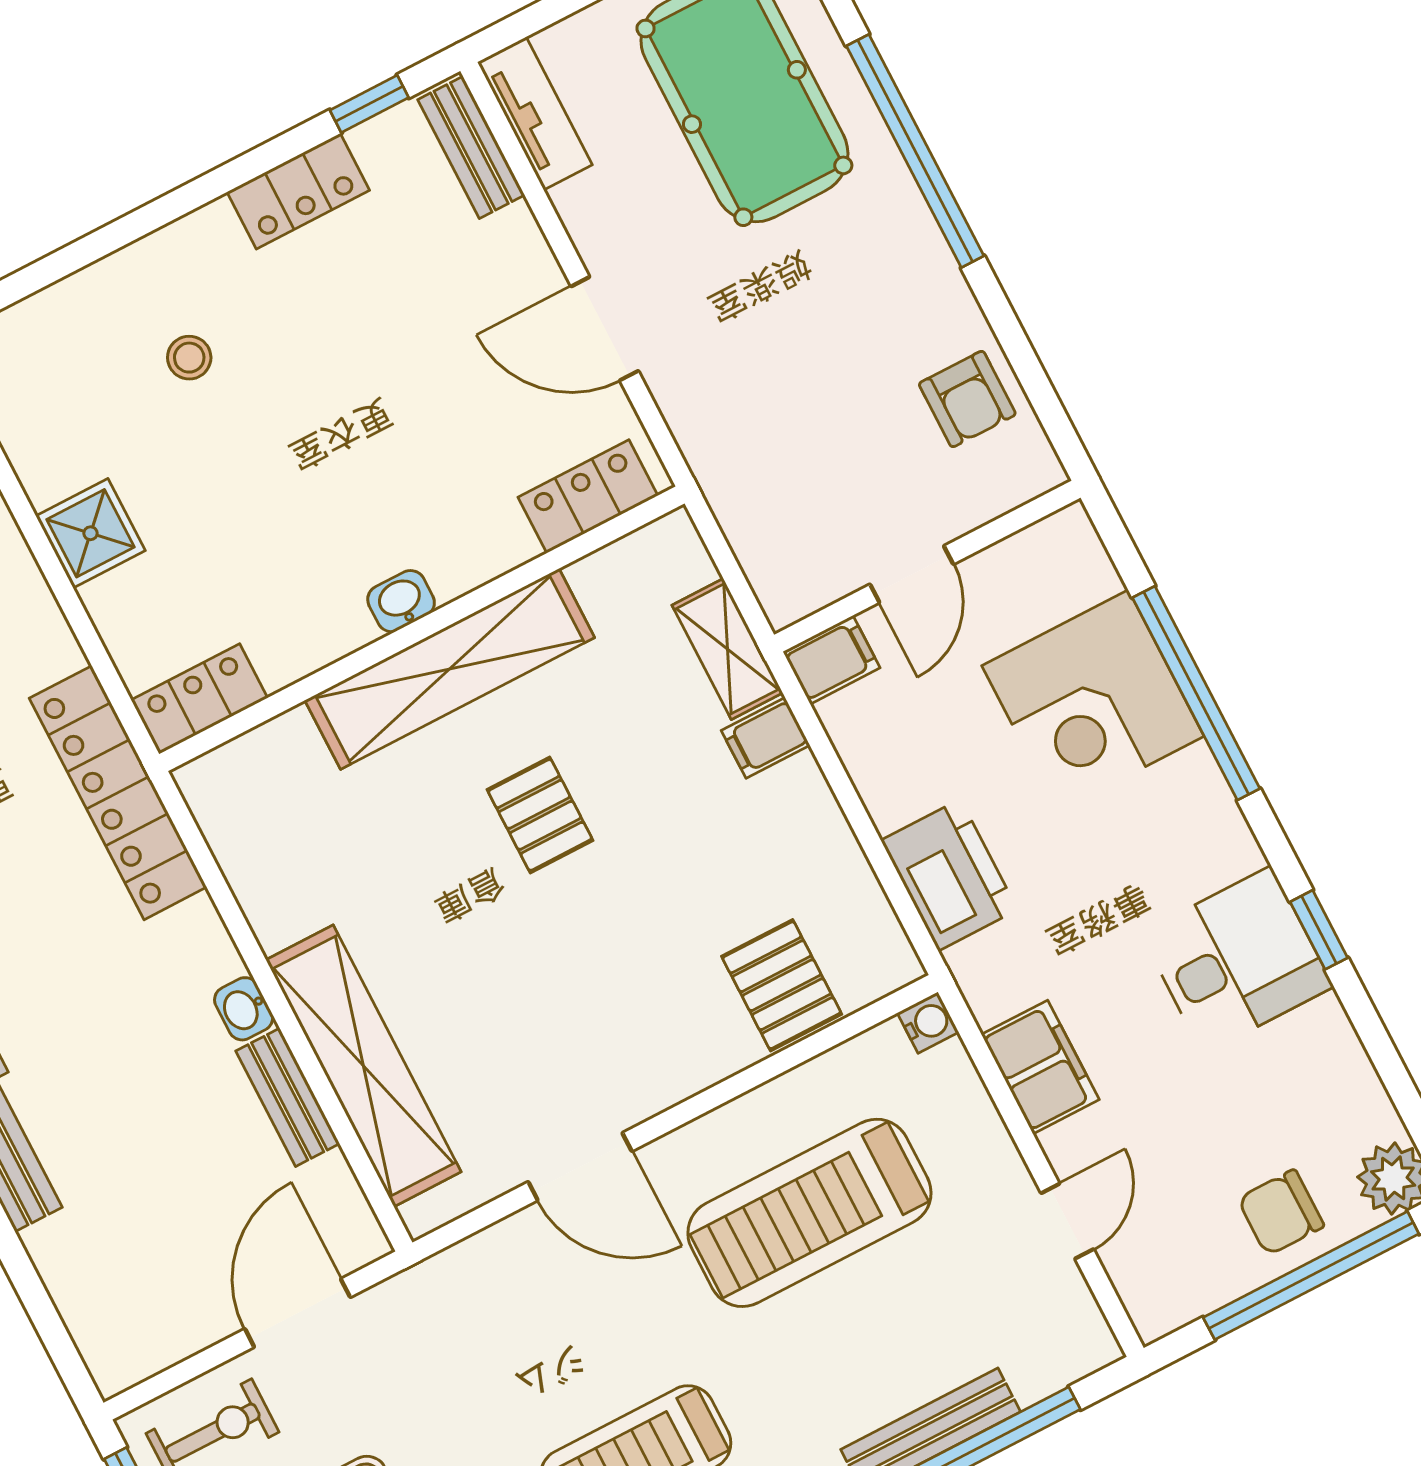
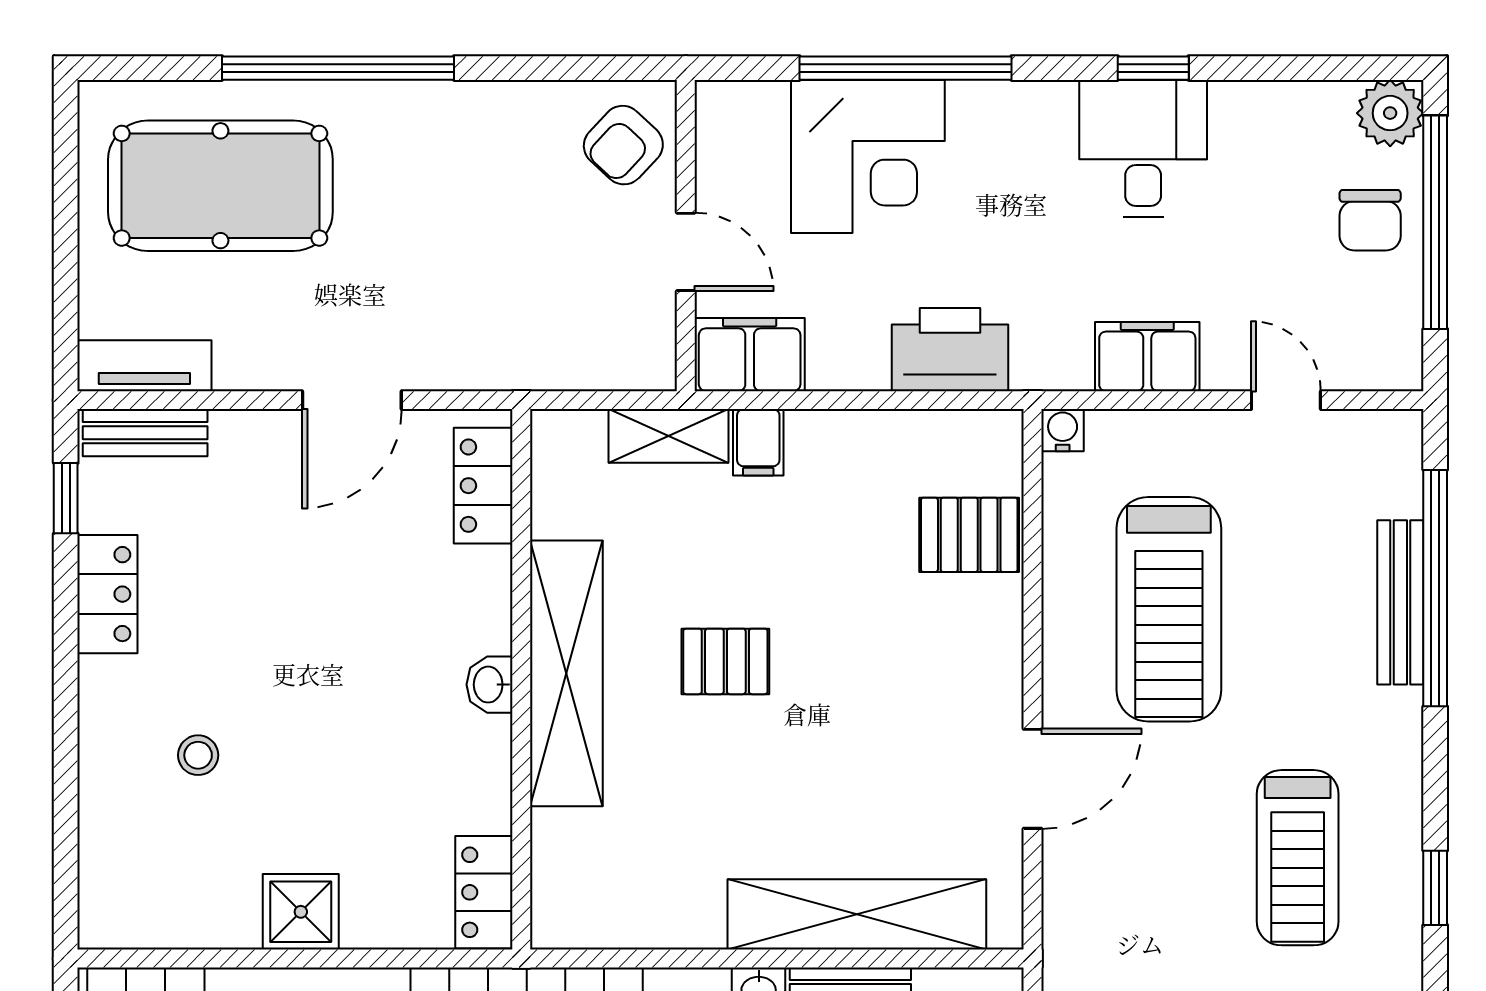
armchair: (967, 399) -> (623, 145), moved, turned 133
filing cabinet: (832, 660) -> (750, 355), width x2.00

